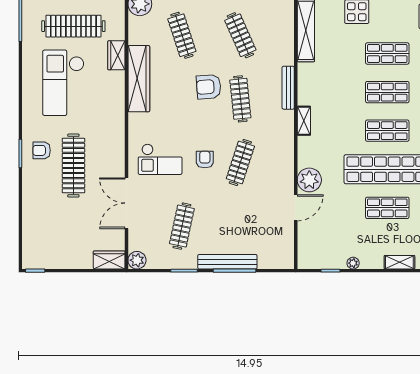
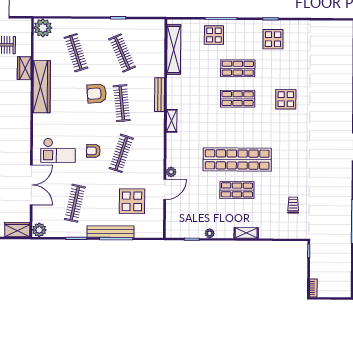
shop shelf: (387, 131) -> (237, 129), removed
armchair: (205, 160) -> (93, 151), turned -90
plant: (309, 180) -> (171, 172), width x0.53, depth x0.53
double door: (127, 203) -> (31, 185), swing flipped
display table: (254, 223) -> (132, 201), added

